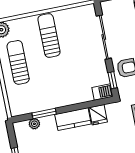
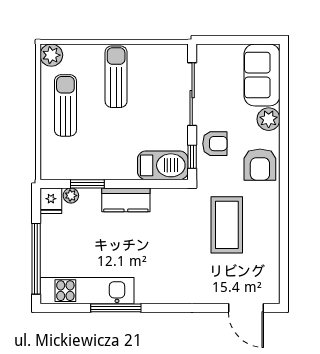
barbecue: (102, 92) -> (163, 165), width x1.88, depth x1.53
fridge: (98, 115) -> (51, 201), moved

